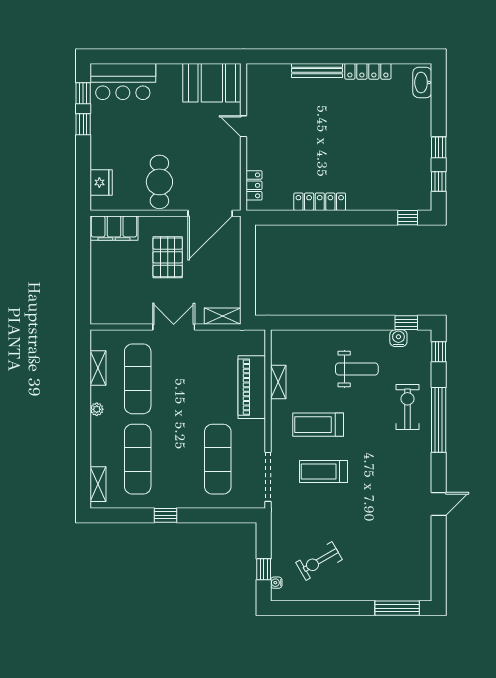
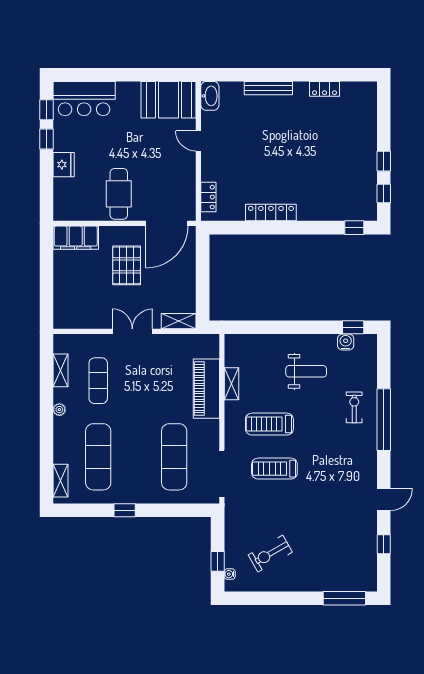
locker: (368, 71) -> (324, 89), width x0.66
washbasin: (422, 82) -> (210, 96), moved, turned 180
fridge: (101, 182) -> (64, 165), moved
window: (439, 352) -> (384, 544), moved
exercise mat: (138, 379) -> (98, 381), width x0.73, depth x0.69
exercise bike: (407, 407) -> (354, 407), width x0.73, depth x0.72

